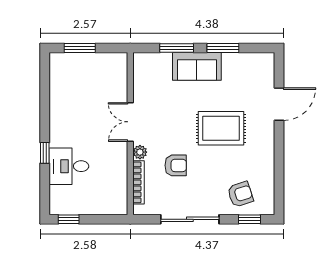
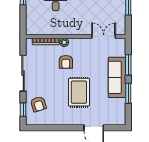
sofa: (197, 66) -> (117, 77), width x1.36
double door: (130, 122) -> (104, 36), moved
armchair: (176, 165) -> (66, 62), moved

